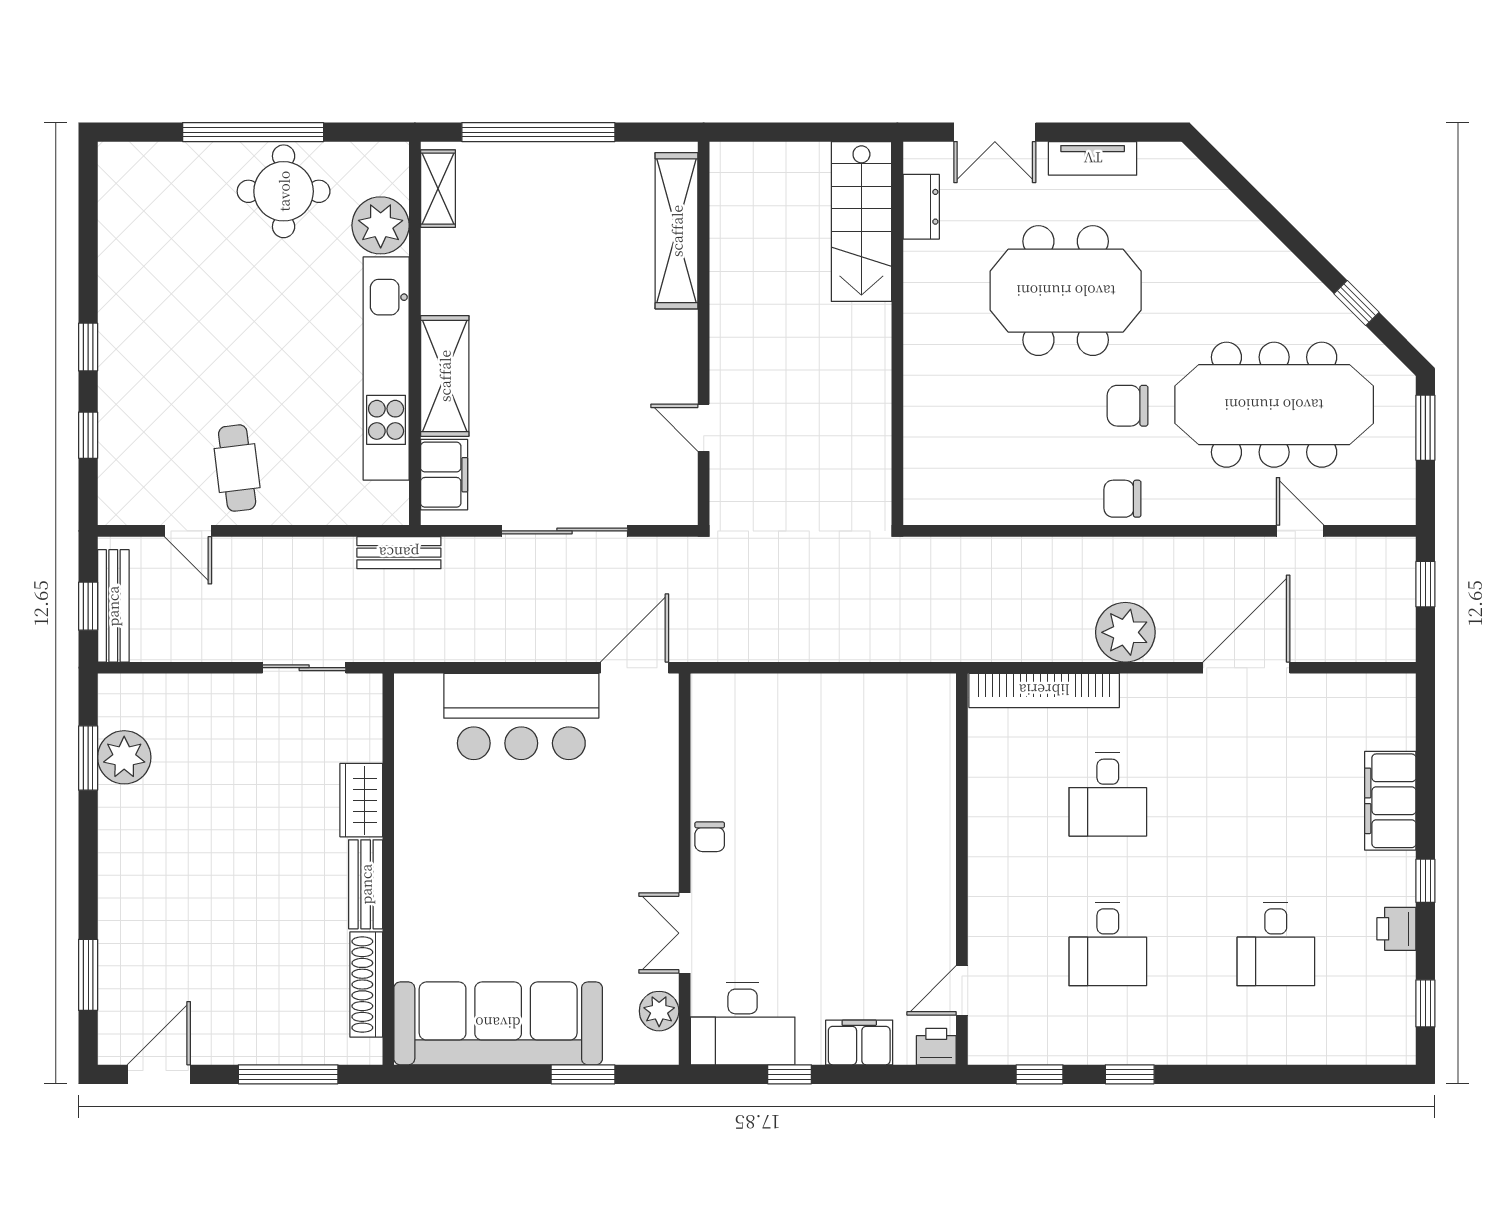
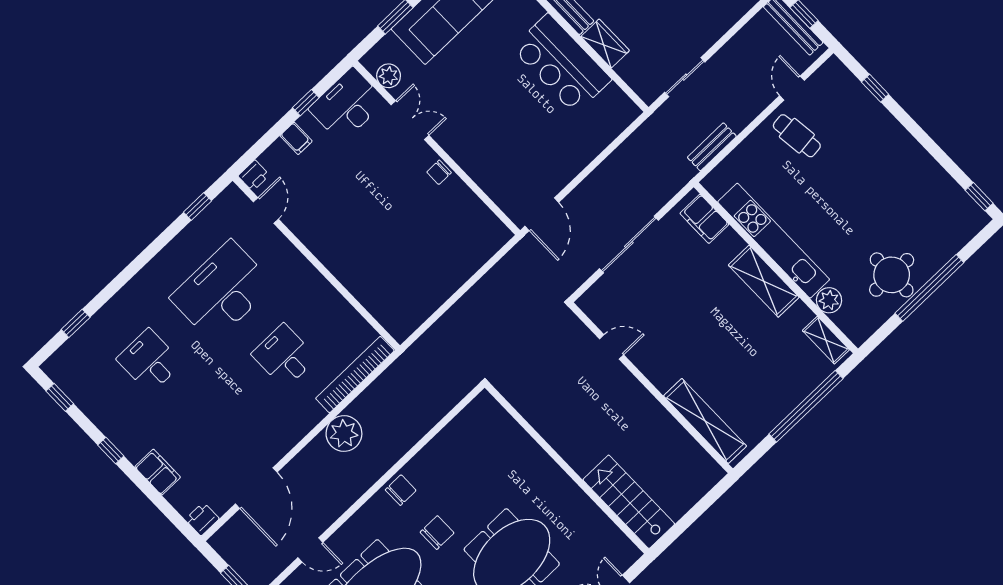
dresser: (921, 207) -> (609, 533), removed
plant: (381, 225) -> (829, 300), width x0.73, depth x0.73
window: (88, 347) -> (979, 197), moved
shelving: (445, 376) -> (764, 281), moved
door: (188, 531) -> (792, 88), hinge flipped
bench: (399, 553) -> (712, 147), moved
door: (1246, 668) -> (256, 488), moved
bar counter: (521, 716) -> (562, 64), moved, turned -90
filing cabinet: (1390, 801) -> (158, 472), width x0.67, depth x0.86
chair: (710, 837) -> (439, 172), turned -90
printer: (1396, 929) -> (202, 519), moved, turned -90
desk: (1108, 944) -> (222, 291), width x1.87, depth x1.30
filing cabinet: (859, 1042) -> (296, 138), width x0.50
window: (1130, 1074) -> (76, 323), moved

